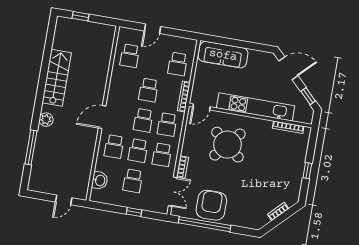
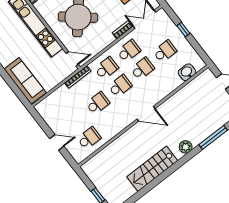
school desk: (178, 64) -> (62, 103), removed
school desk: (114, 146) -> (156, 86), removed

